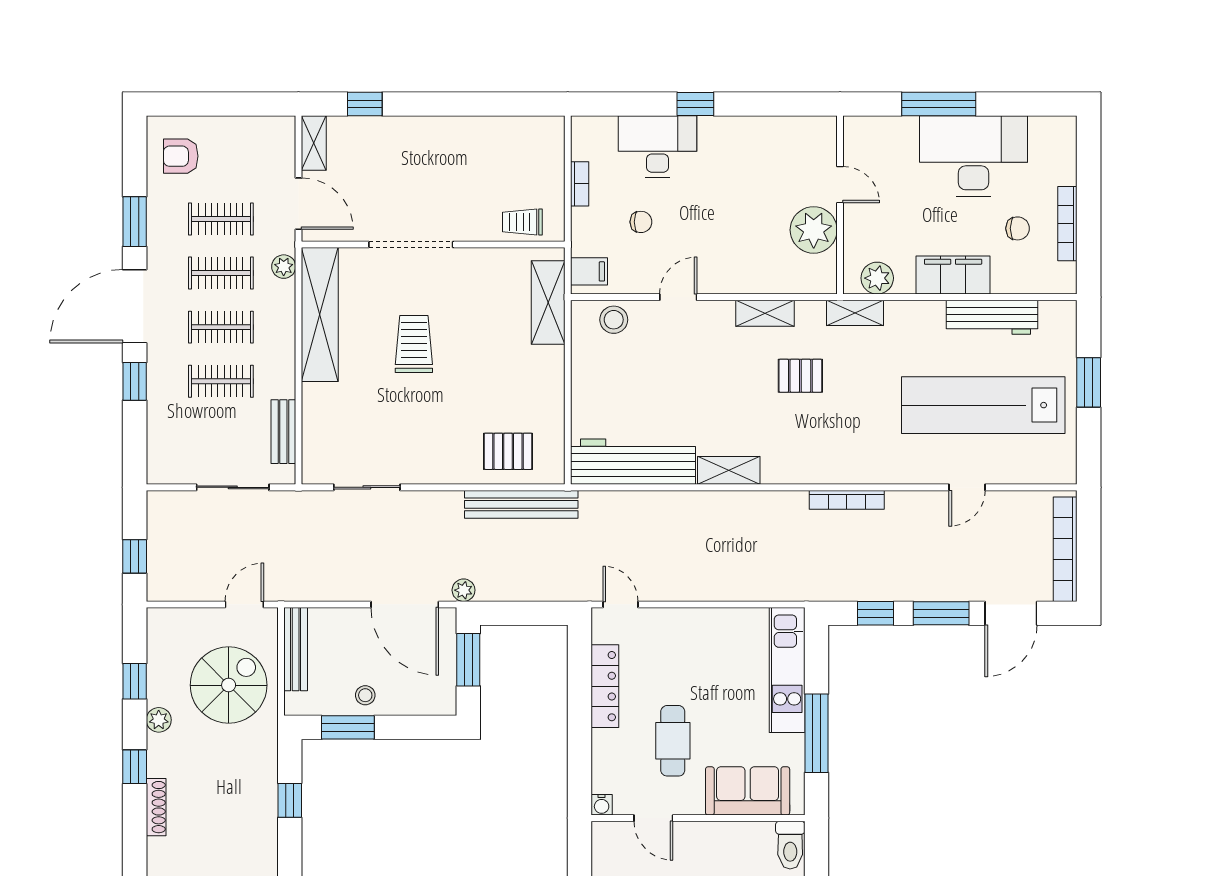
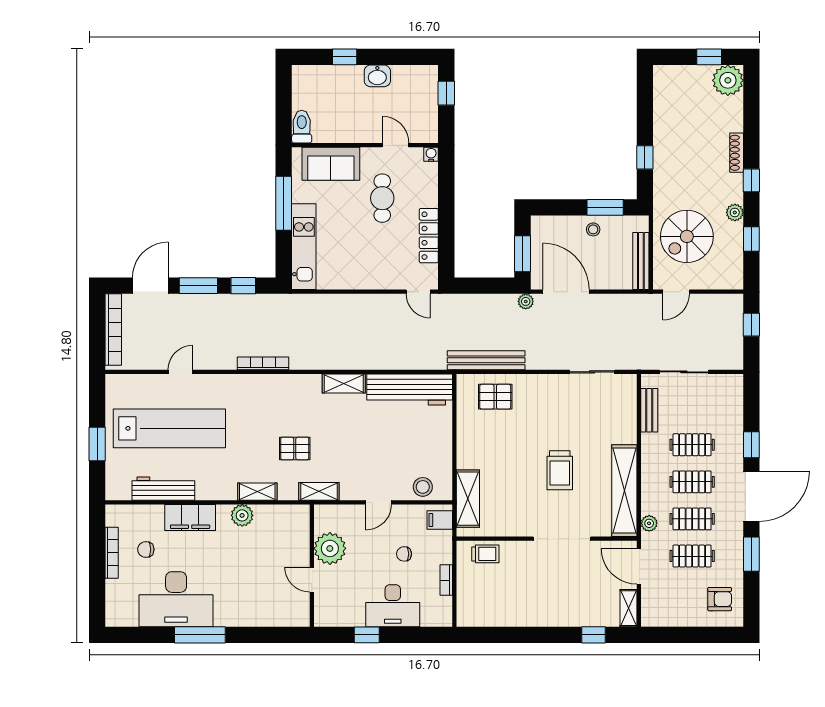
door: (840, 185) -> (312, 580), moved
wall: (840, 205) -> (312, 566), moved
plant: (814, 230) -> (330, 548), moved

